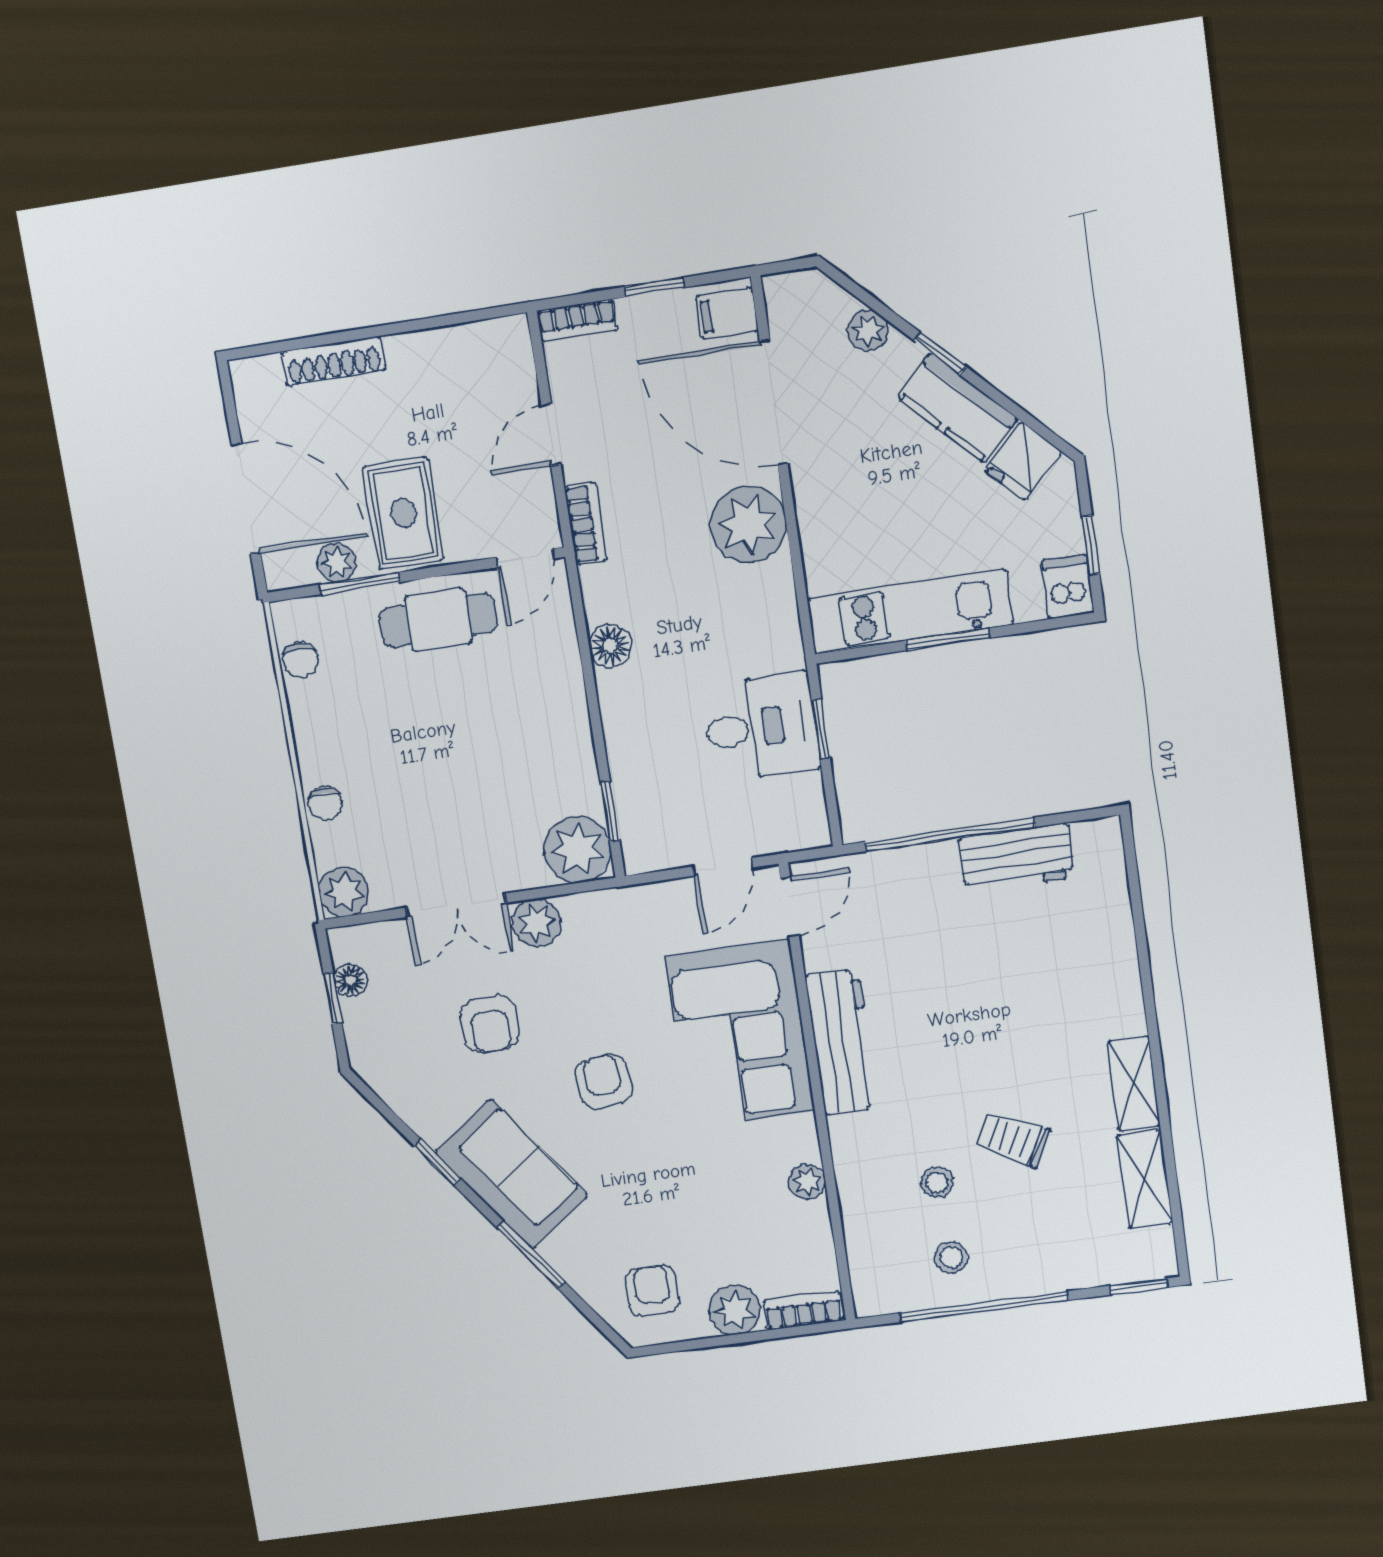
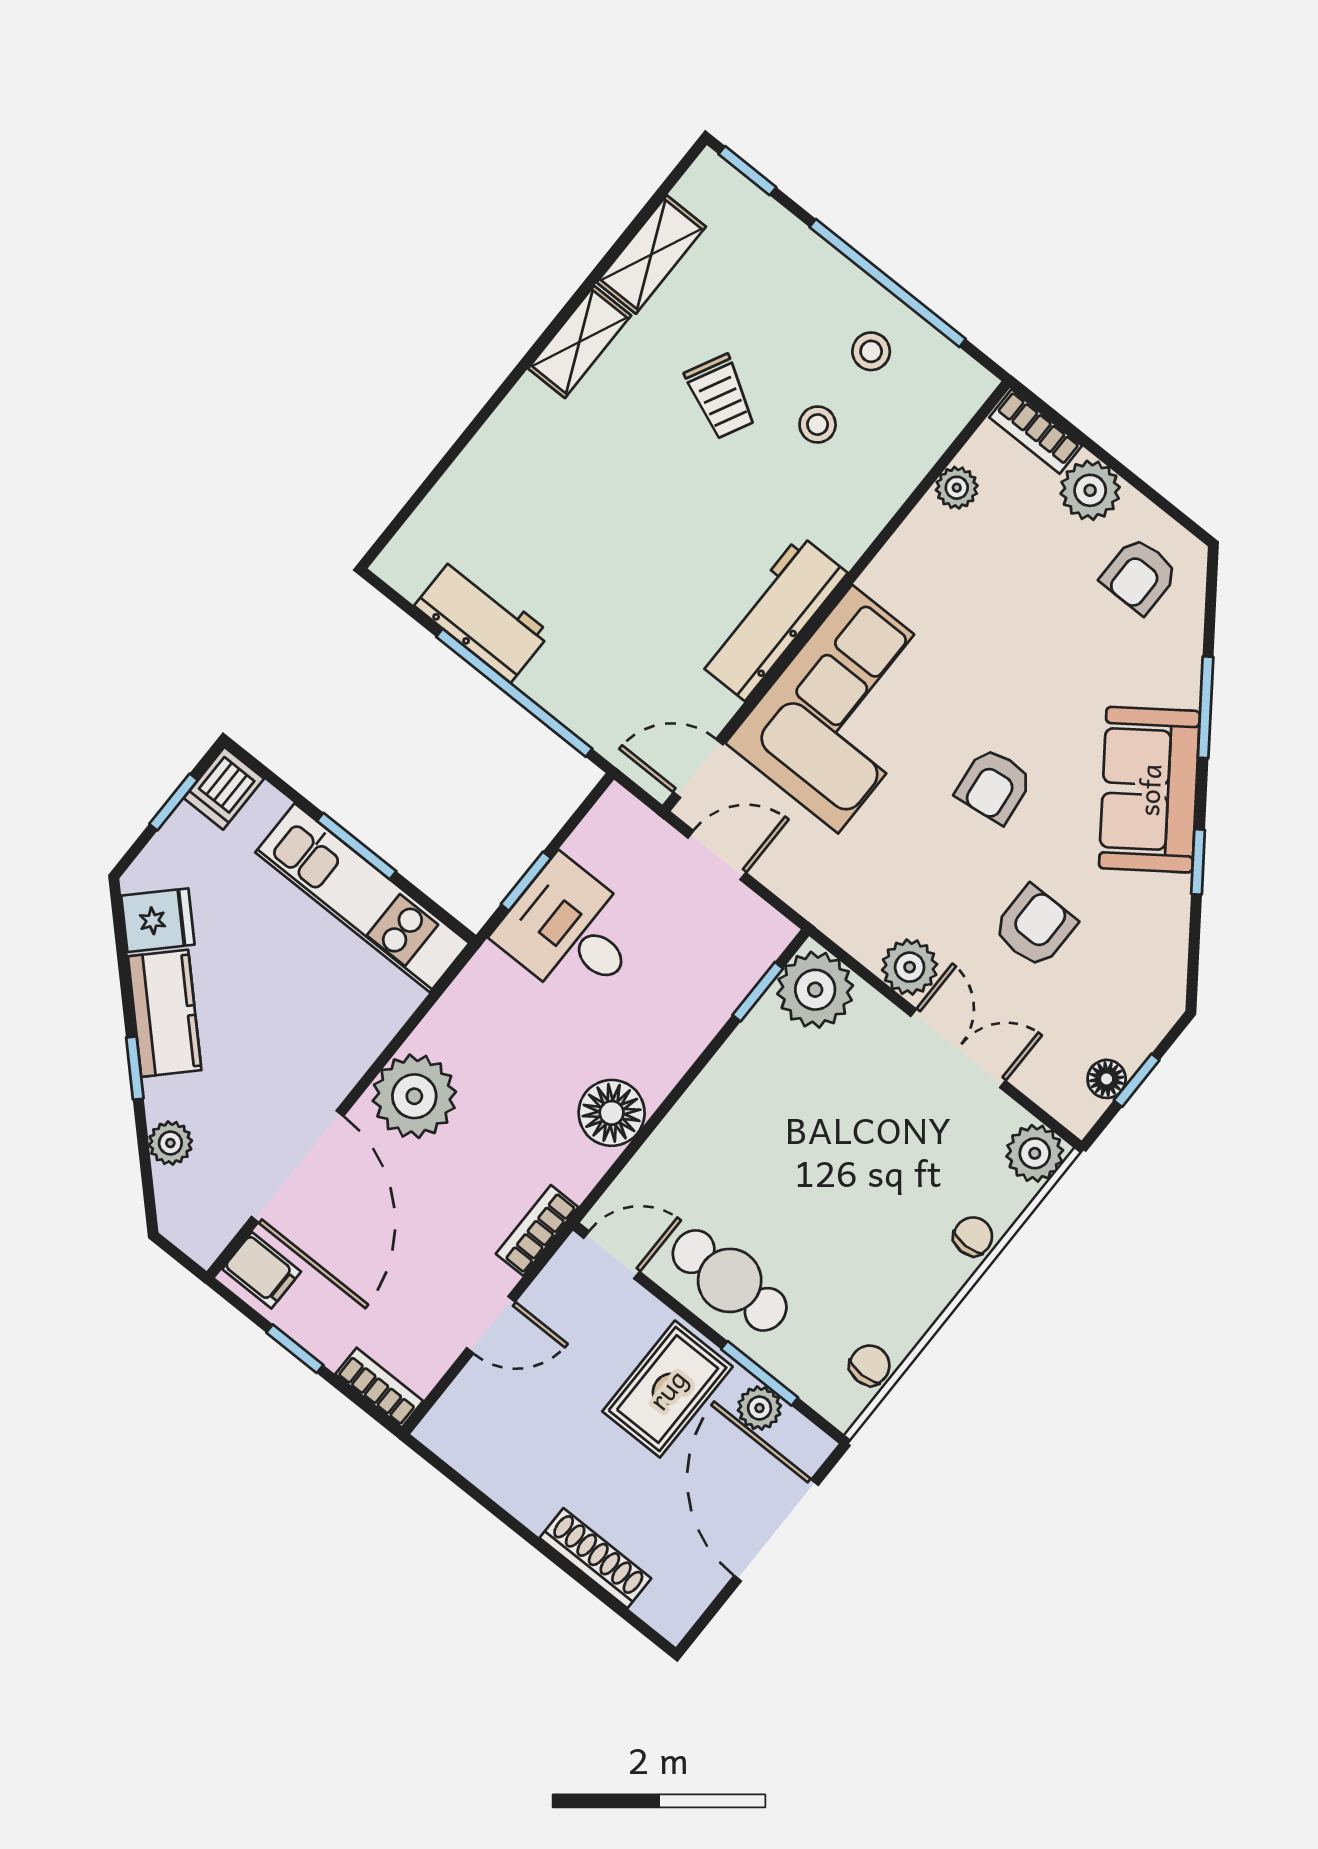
floor lamp: (610, 646) -> (612, 1113), width x1.38, depth x1.38
plant: (807, 1182) -> (957, 488), moved

